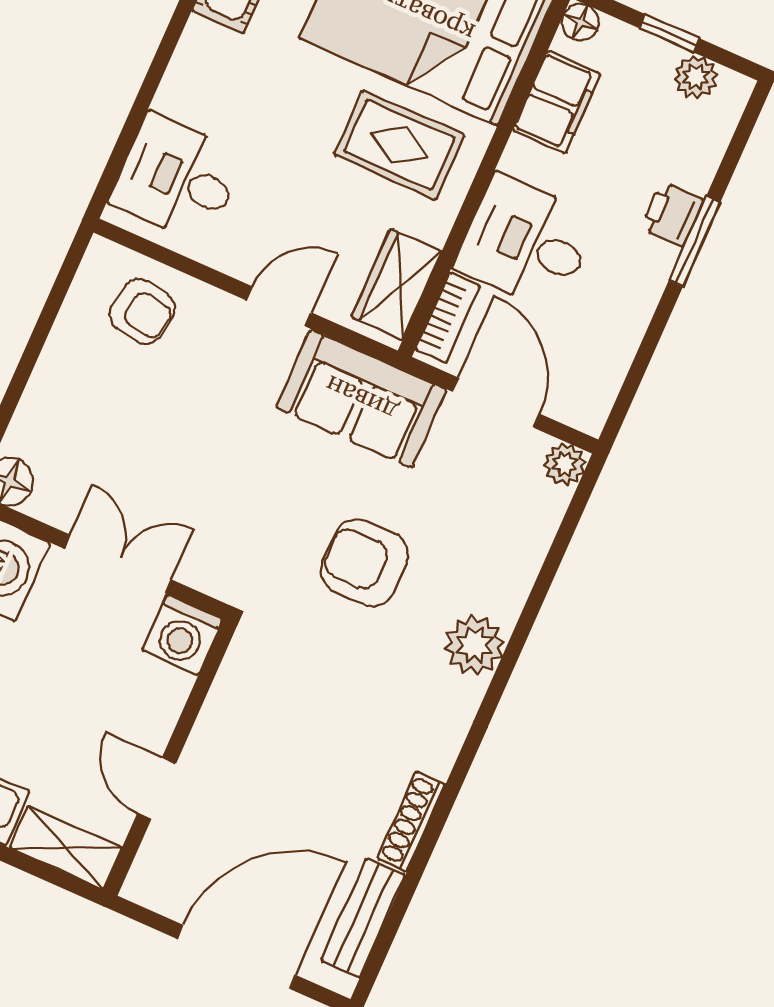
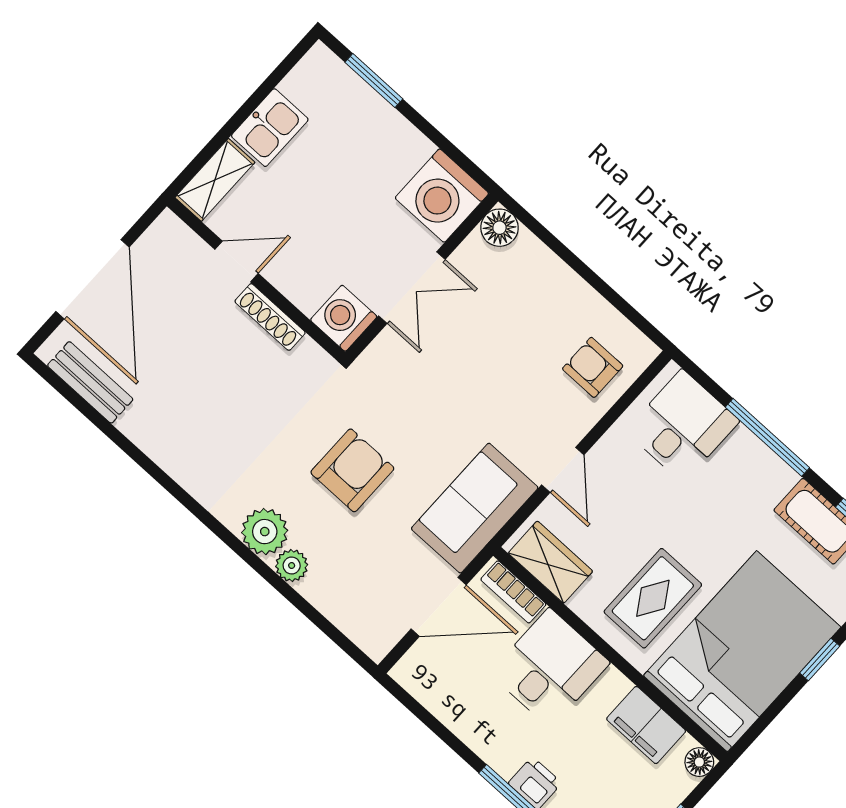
window: (157, 70) -> (767, 437), added
armchair: (142, 311) -> (593, 367), turned 80
plant: (565, 464) -> (292, 566), moved
shoe rack: (411, 822) -> (270, 317), moved, turned 180

